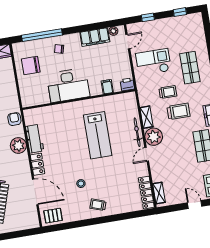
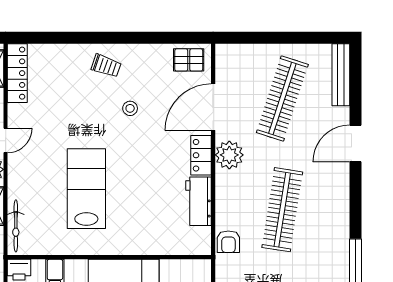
bicycle: (137, 132) -> (16, 226), moved
plant: (18, 145) -> (229, 155), moved
door: (35, 192) -> (213, 107), hinge flipped

